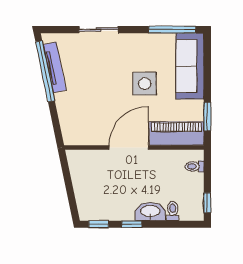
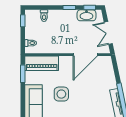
door: (129, 147) -> (85, 55), moved
double door: (68, 183) -> (108, 33), added
washbasin: (150, 212) -> (86, 15), moved

